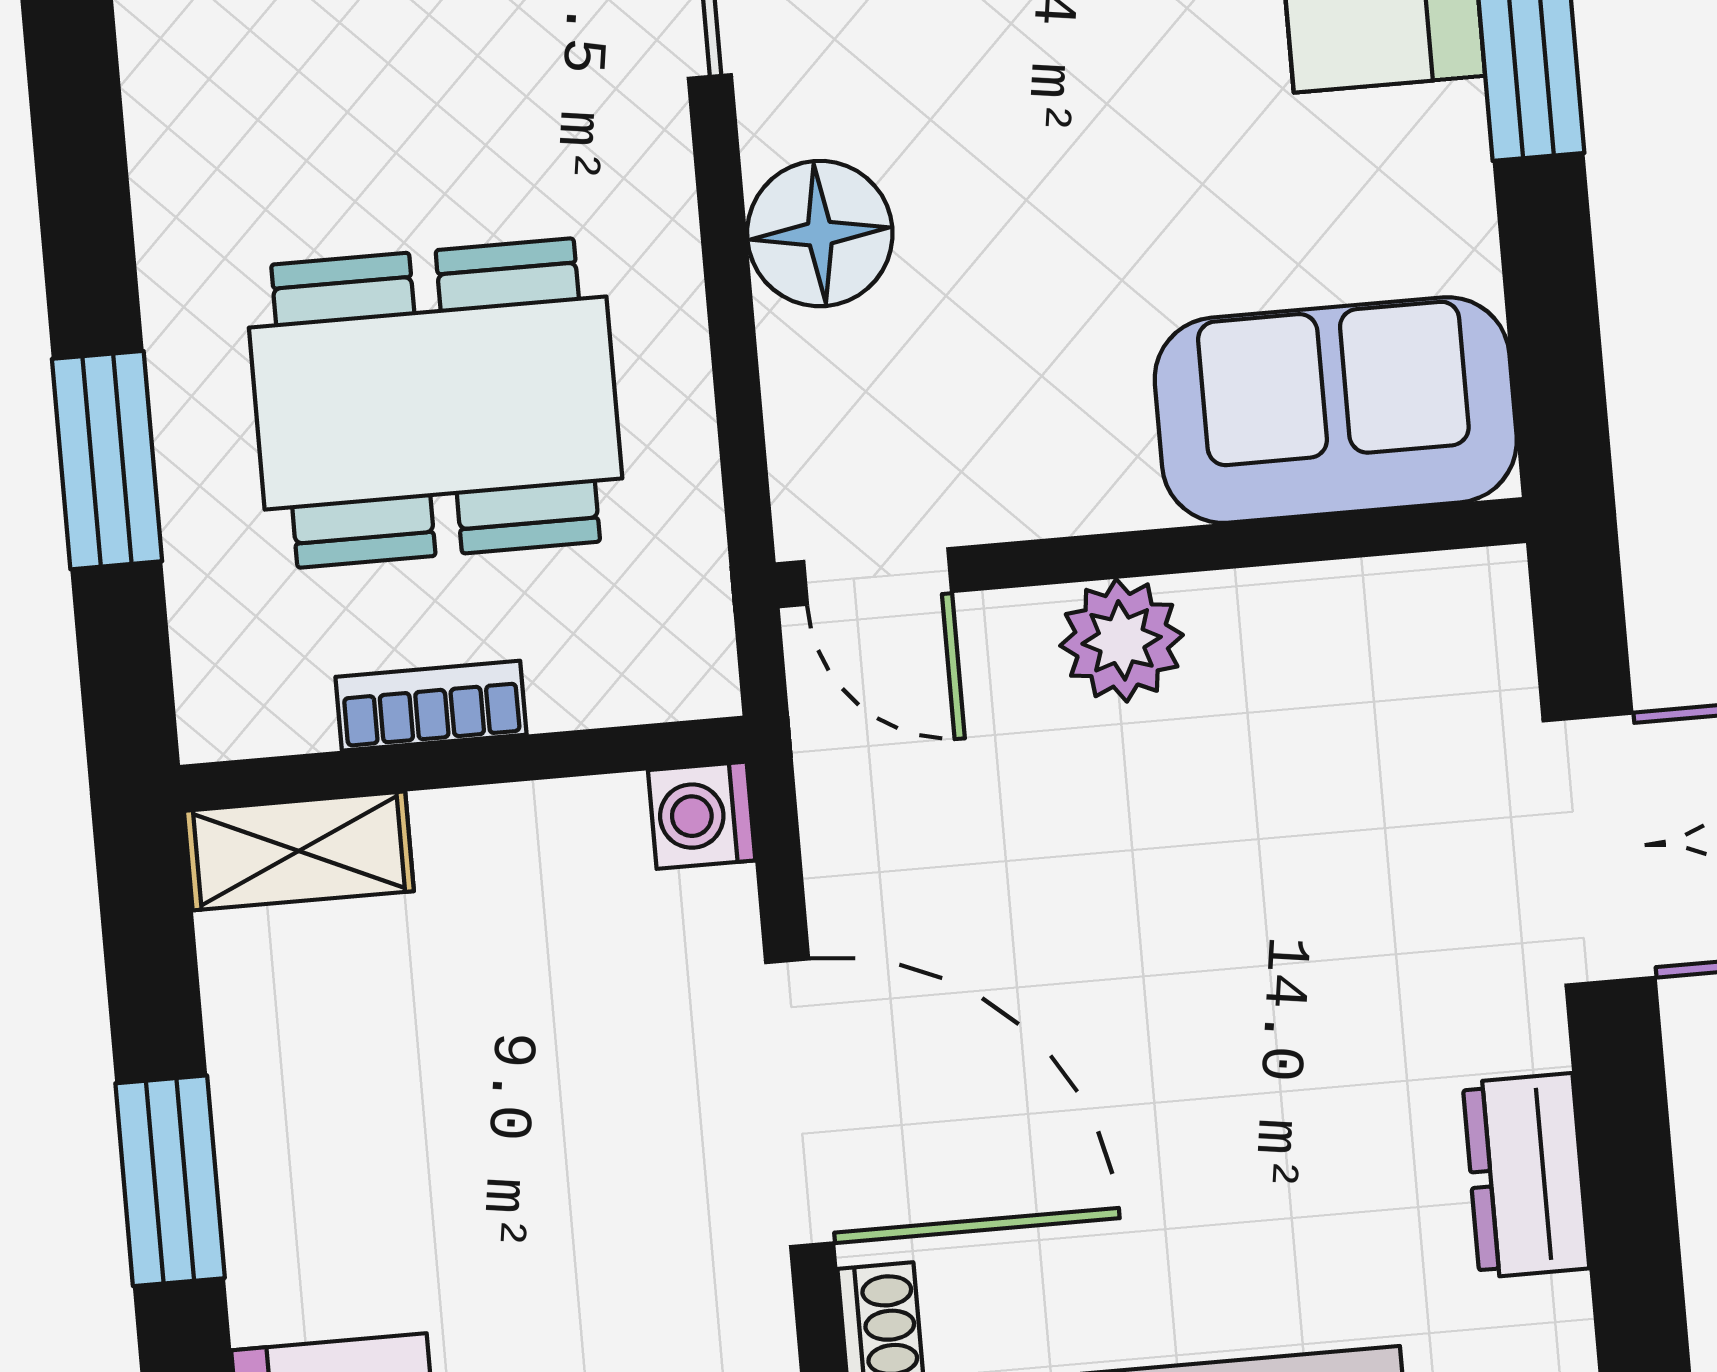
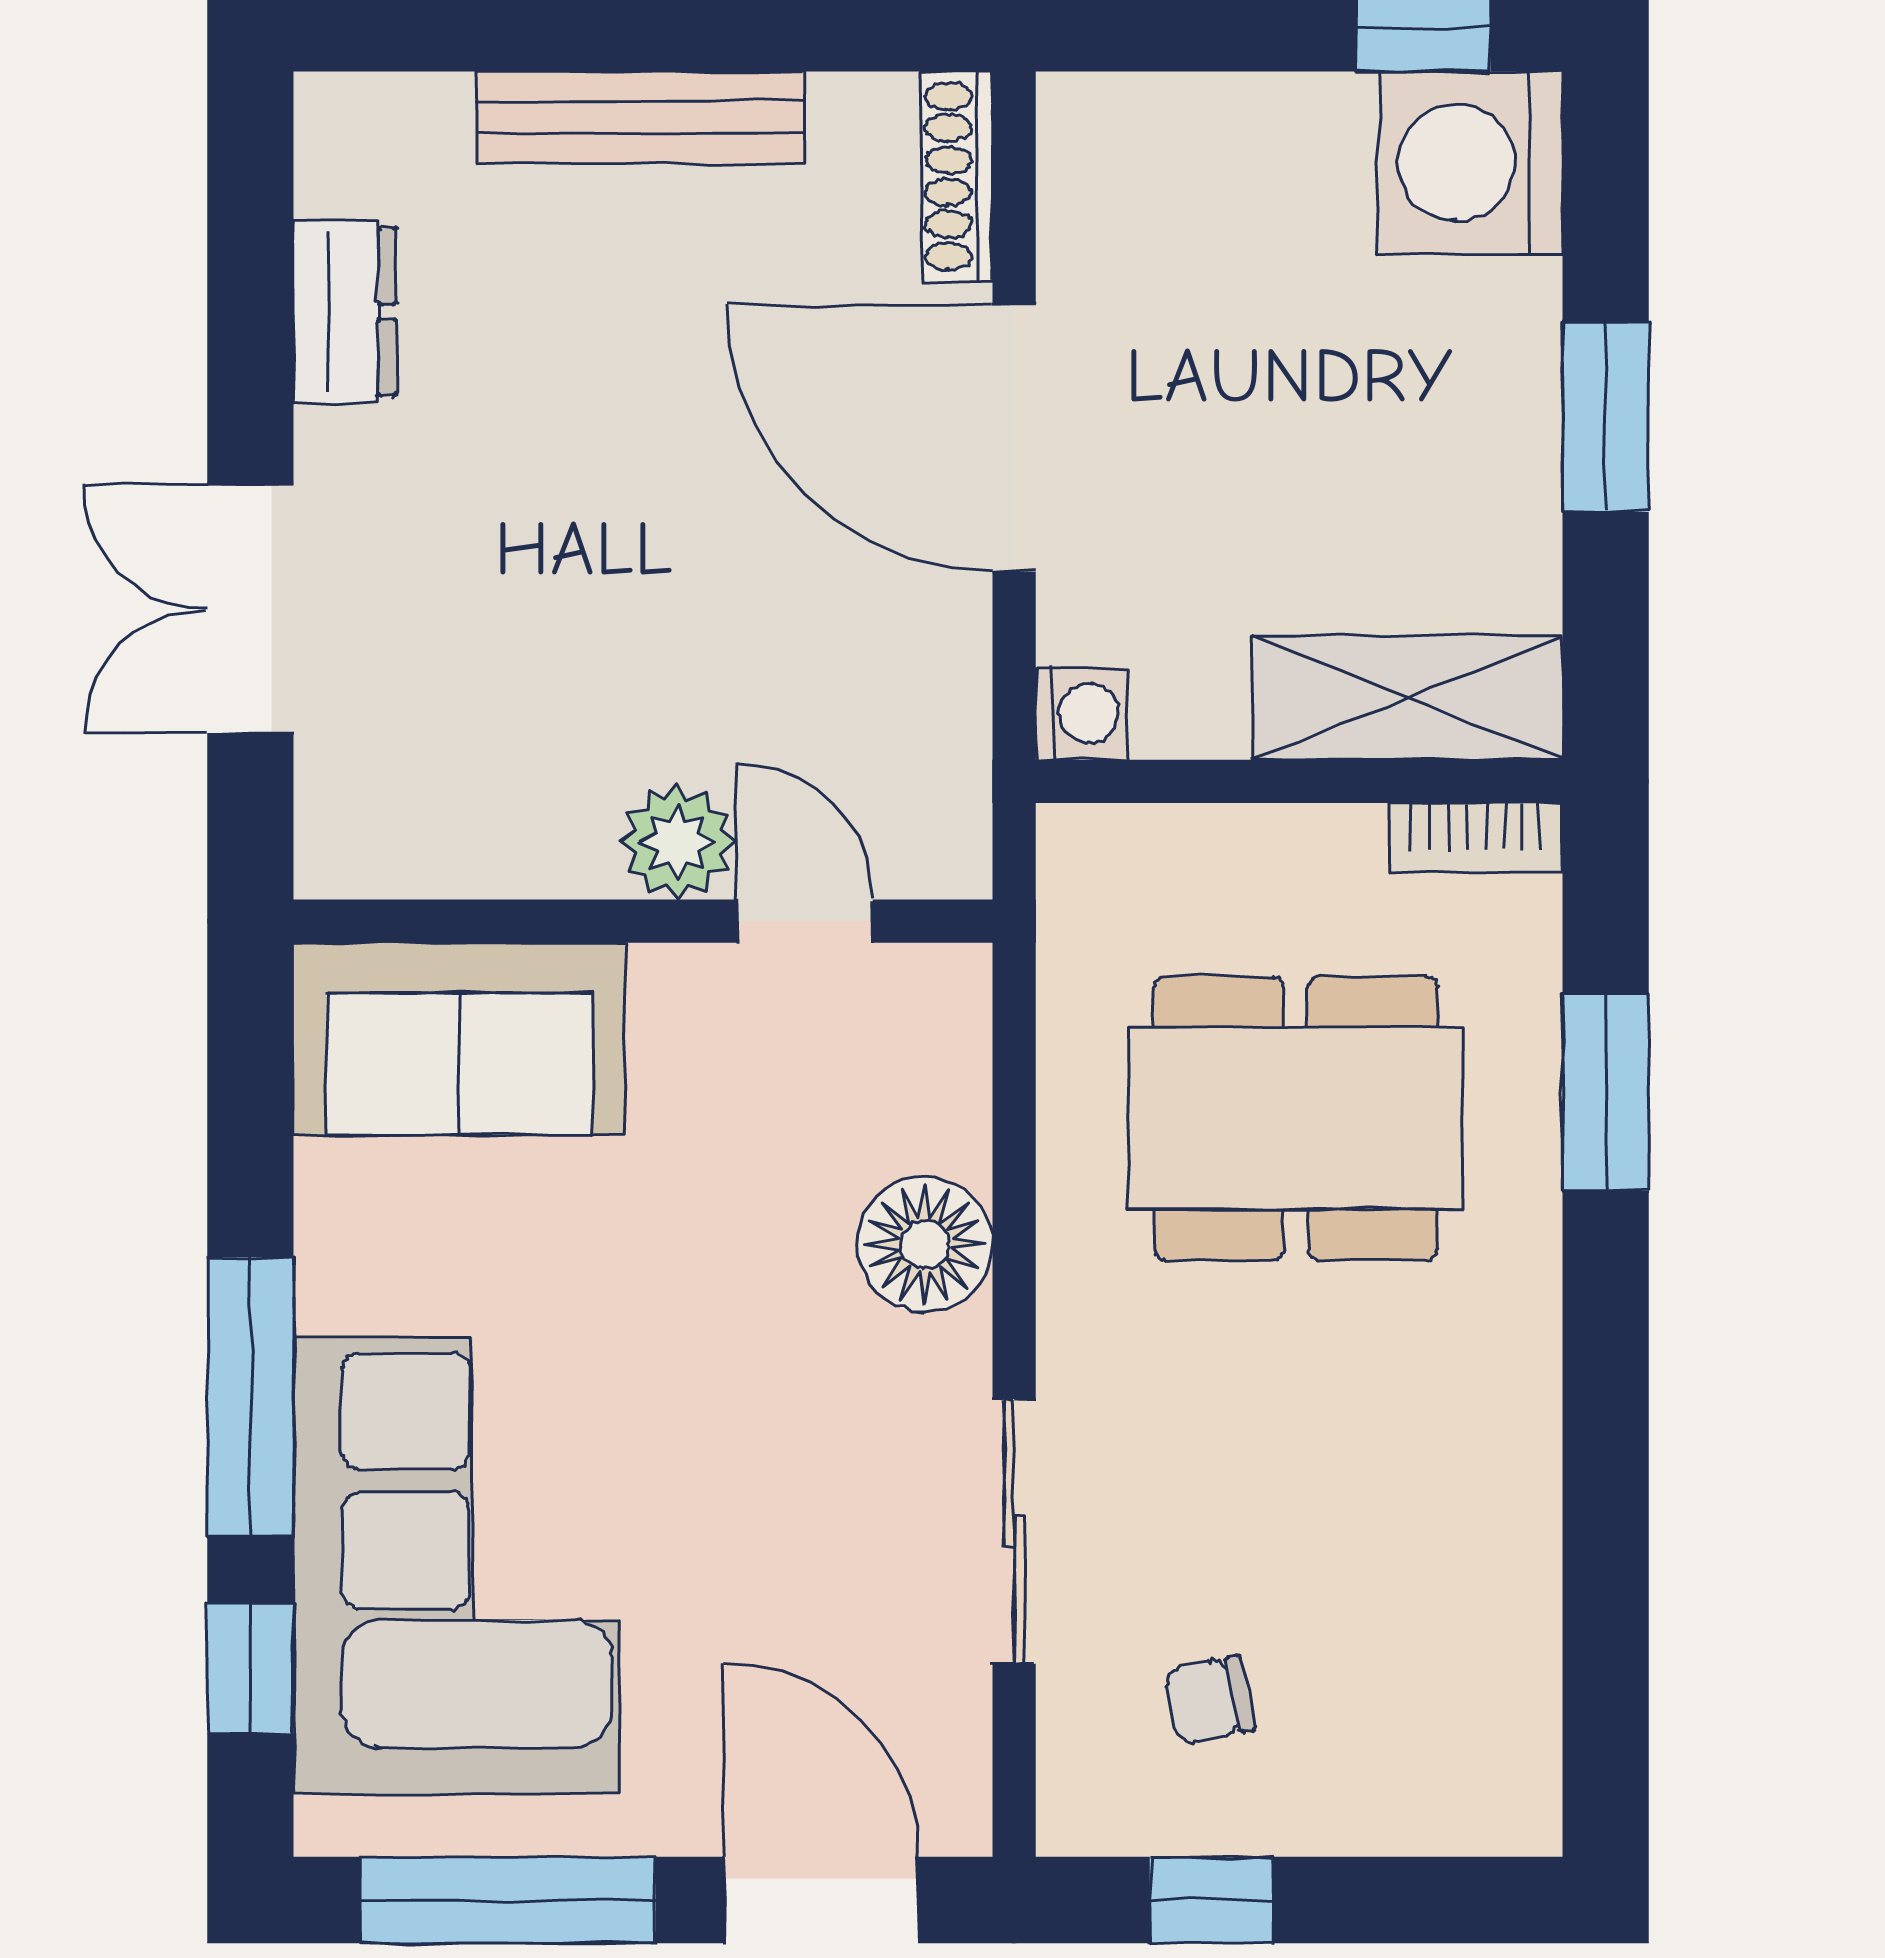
door: (878, 577) -> (805, 921), moved
bookcase: (431, 706) -> (1476, 837), moved
shelving: (299, 851) -> (1407, 698), width x1.50, depth x1.33

